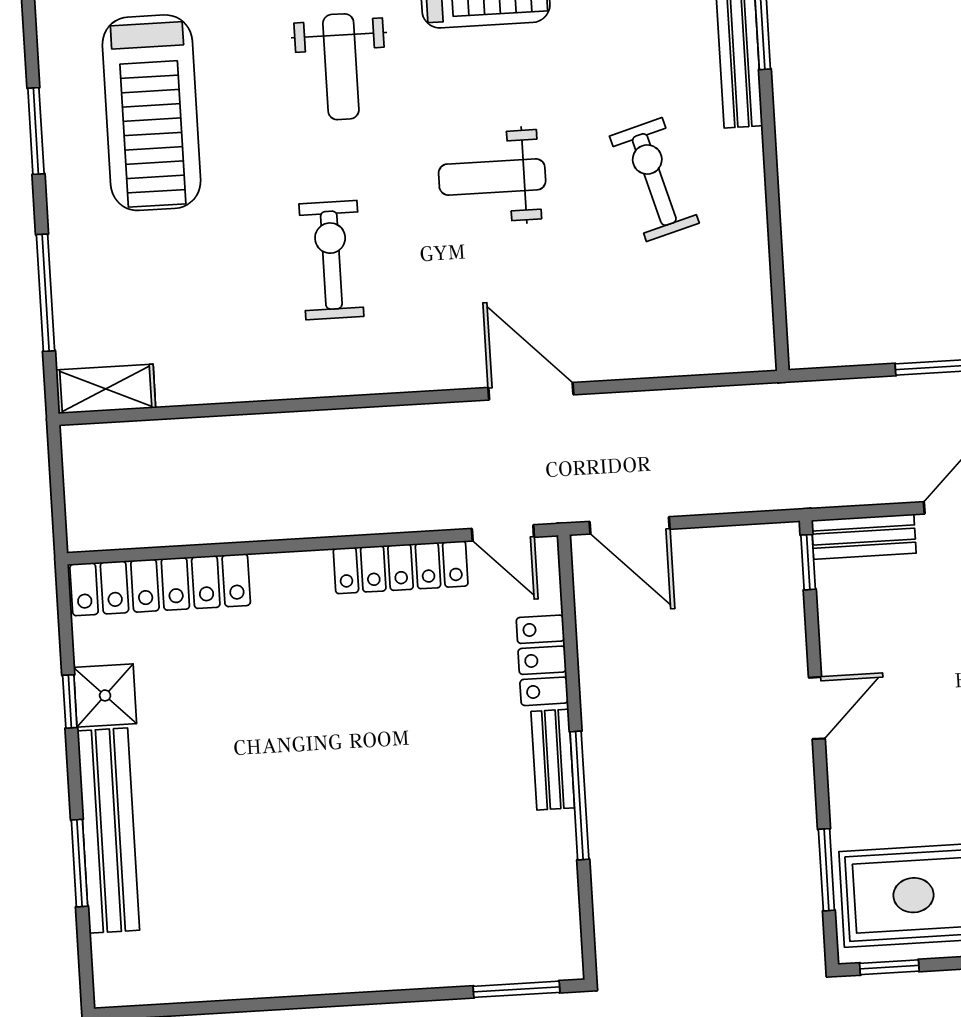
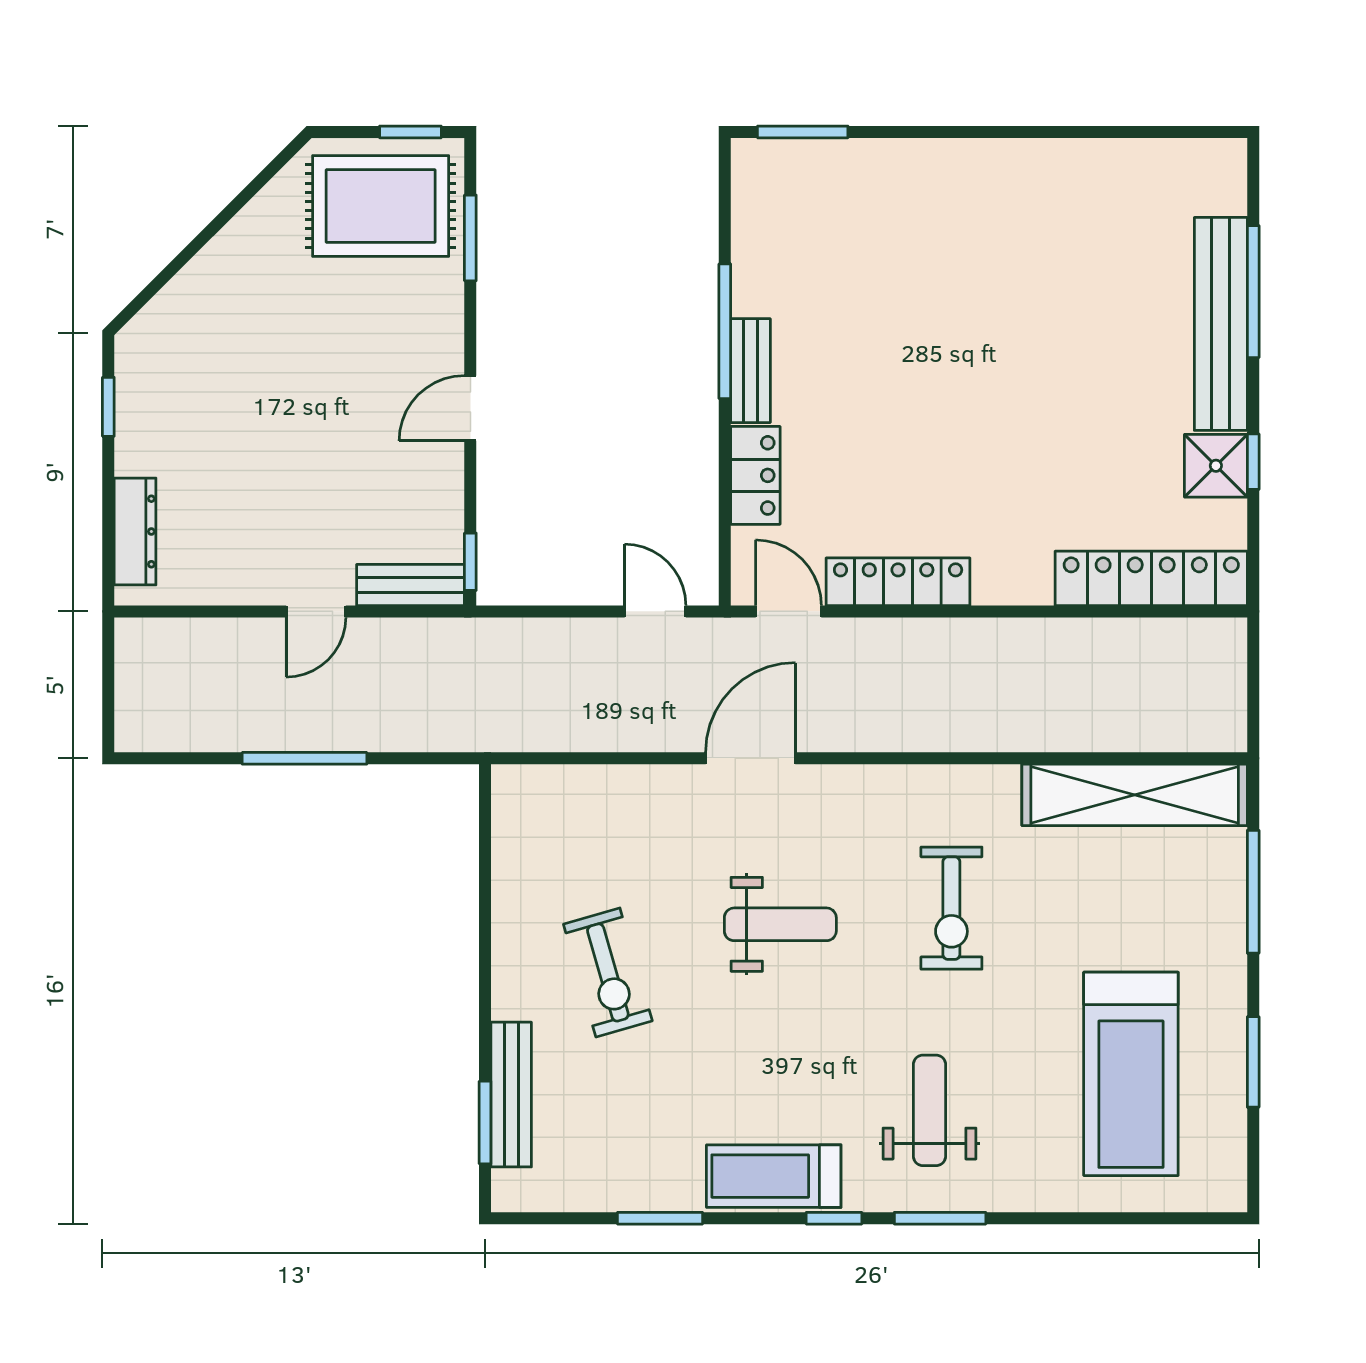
treadmill: (151, 113) -> (1131, 1074), turned 180
weight bench: (492, 177) -> (780, 924), moved
shelving: (106, 389) -> (1135, 795), width x2.20, depth x1.33
door: (531, 391) -> (750, 758), swing flipped
door: (630, 525) -> (655, 611), width x0.73
window: (79, 863) -> (1253, 292), width x1.44

